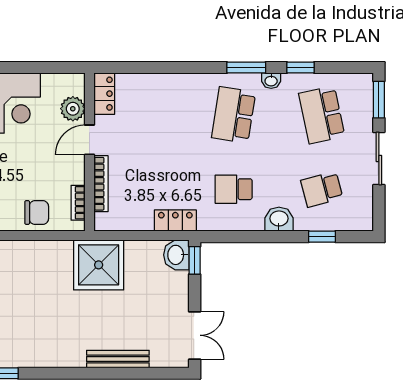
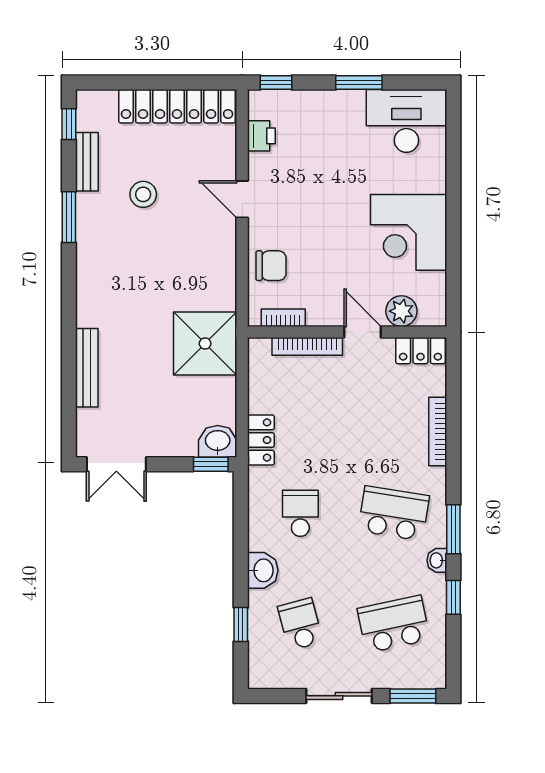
bookcase: (168, 80) -> (438, 431), added
chair: (37, 213) -> (271, 266), turned -90

